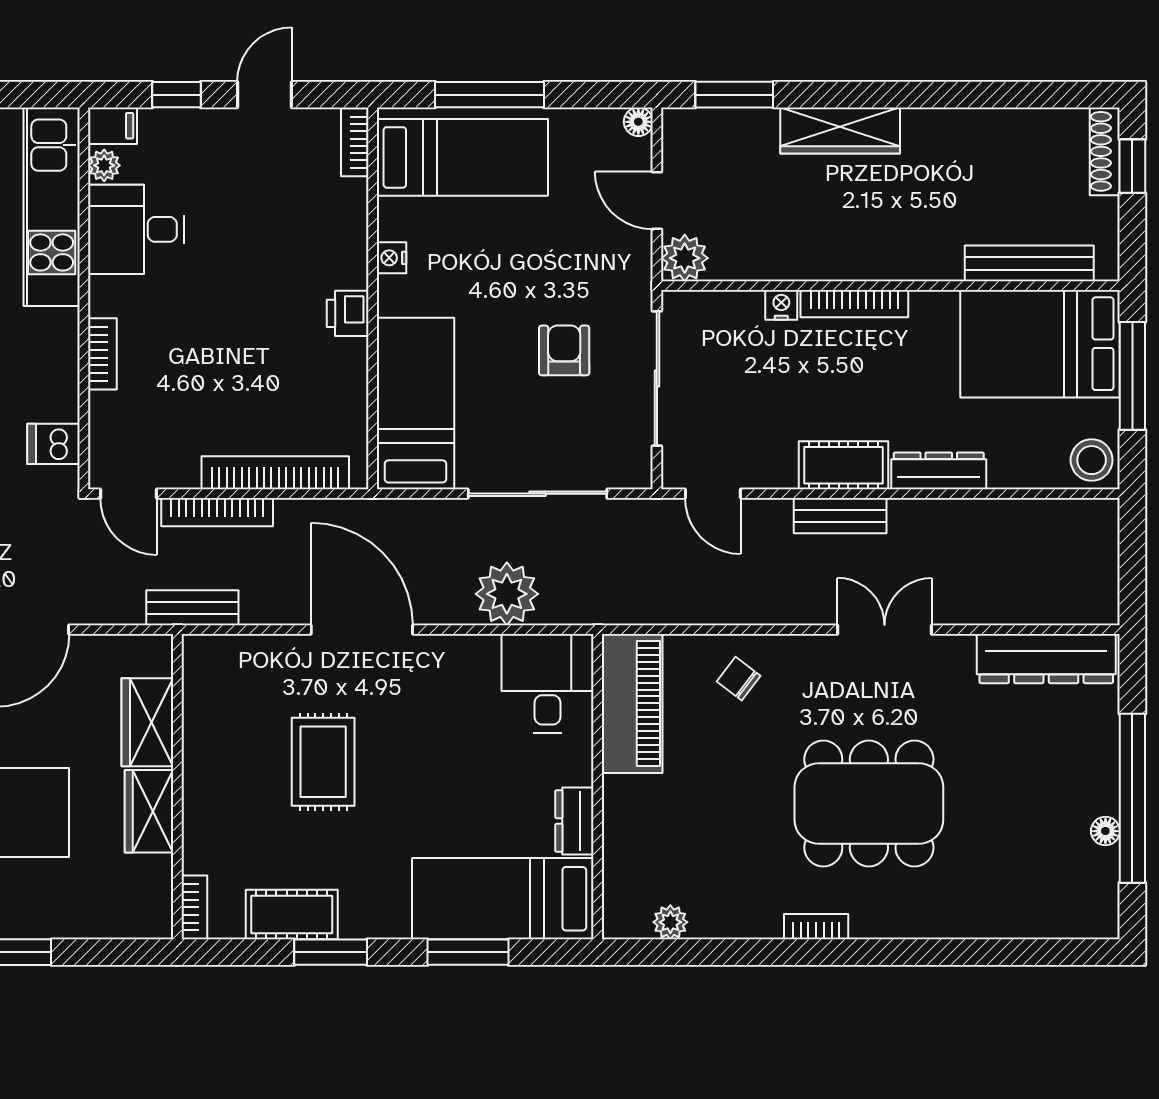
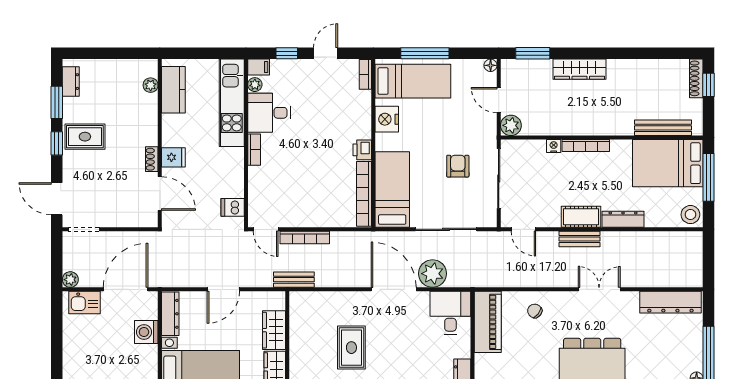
nightstand: (391, 258) -> (387, 119), width x1.89, depth x1.79
bookcase: (102, 354) -> (254, 150), moved
bookcase: (275, 473) -> (364, 194), moved, turned -90
door: (362, 630) -> (394, 289), moved

